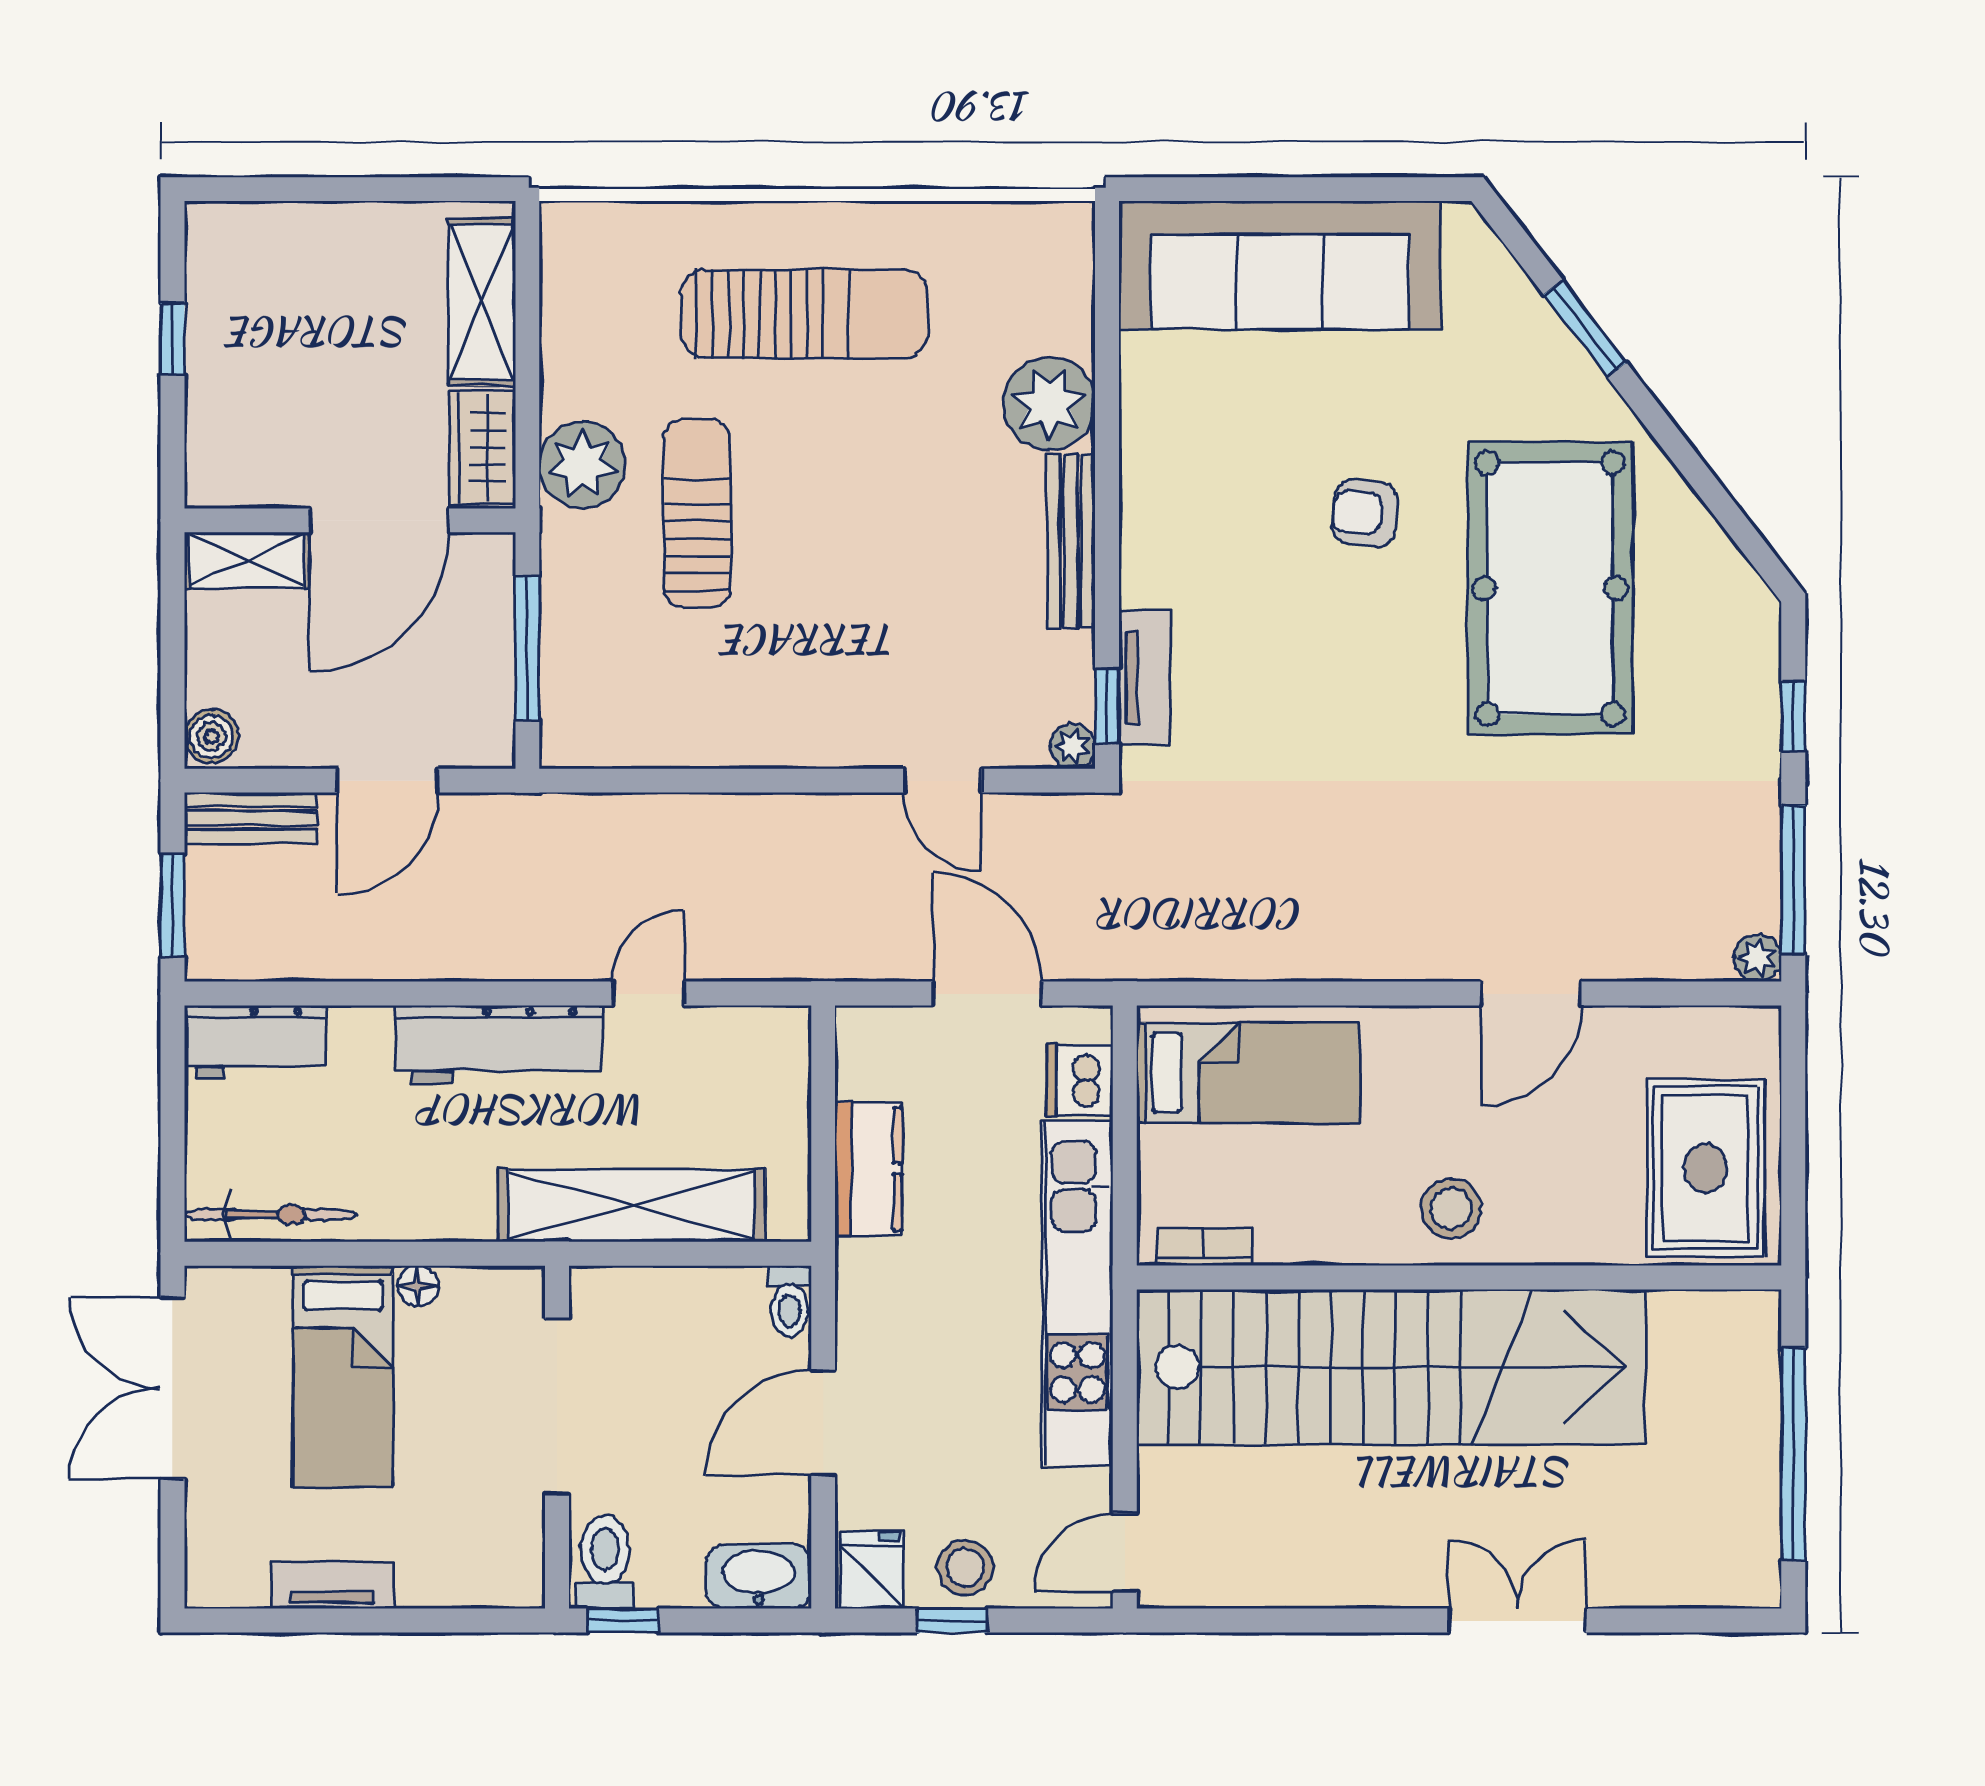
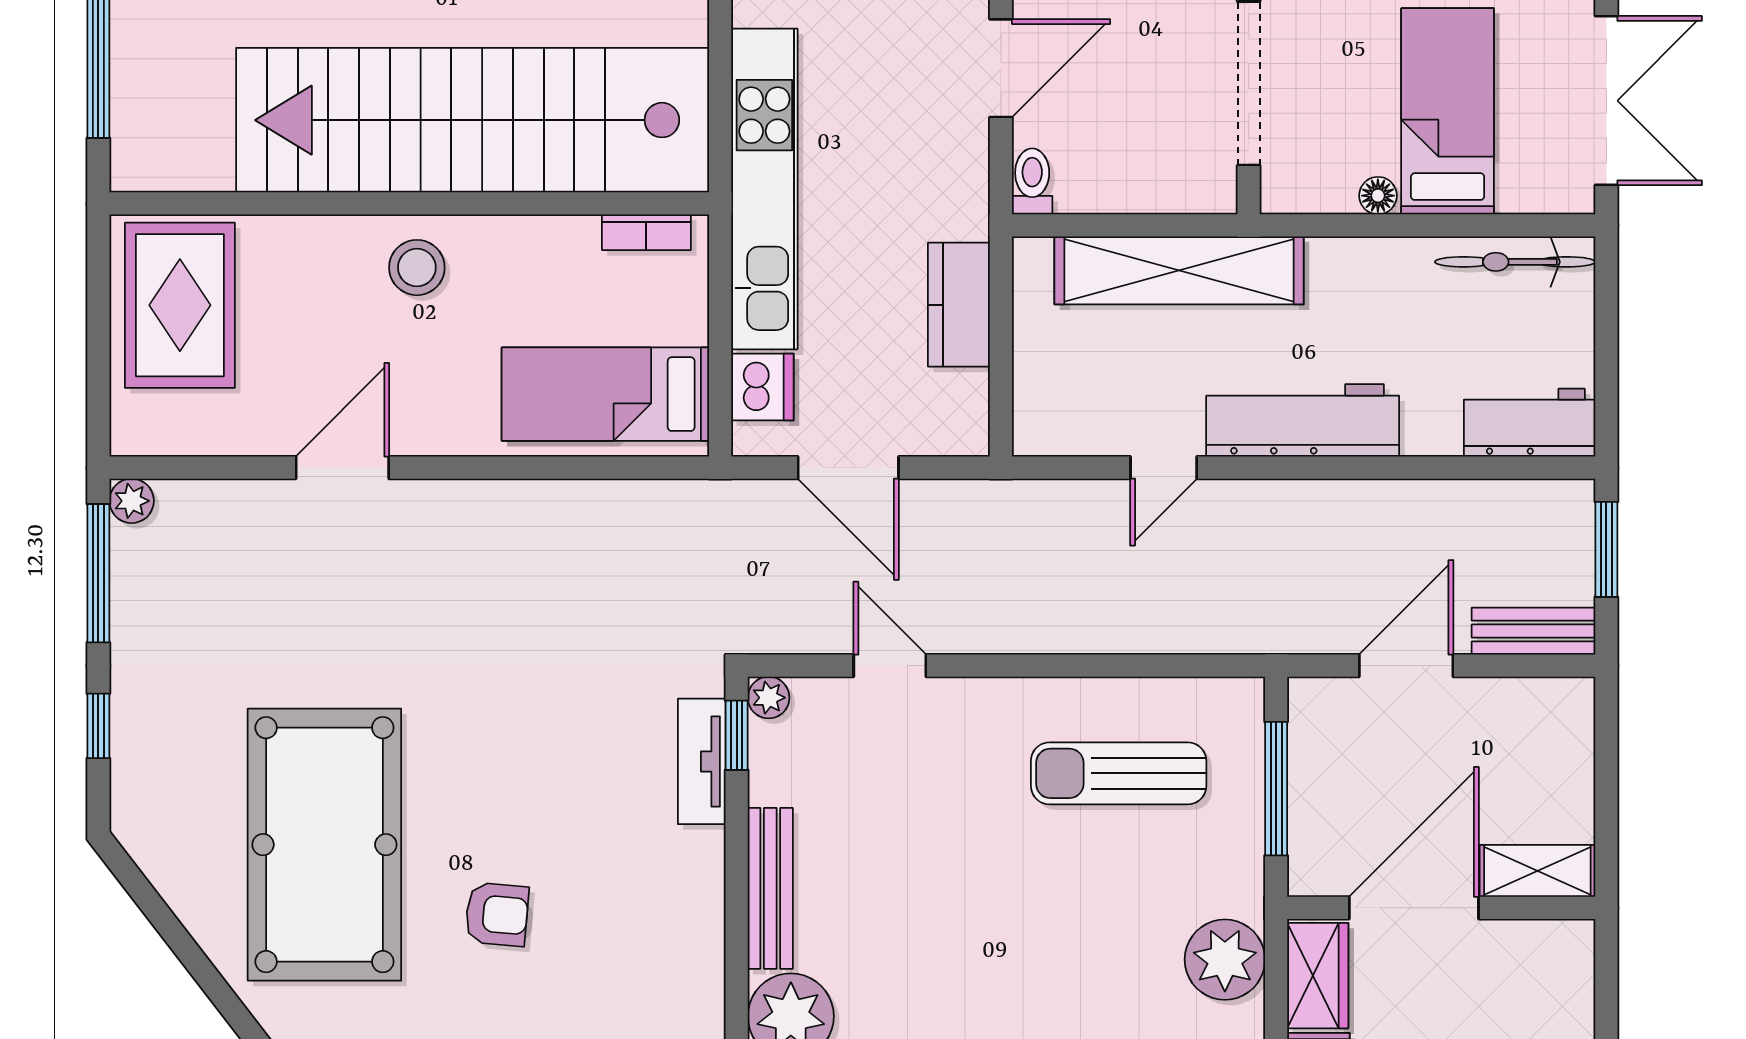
sun lounger: (697, 513) -> (1119, 773), moved, turned 90
boiler: (211, 736) -> (1570, 707), removed

